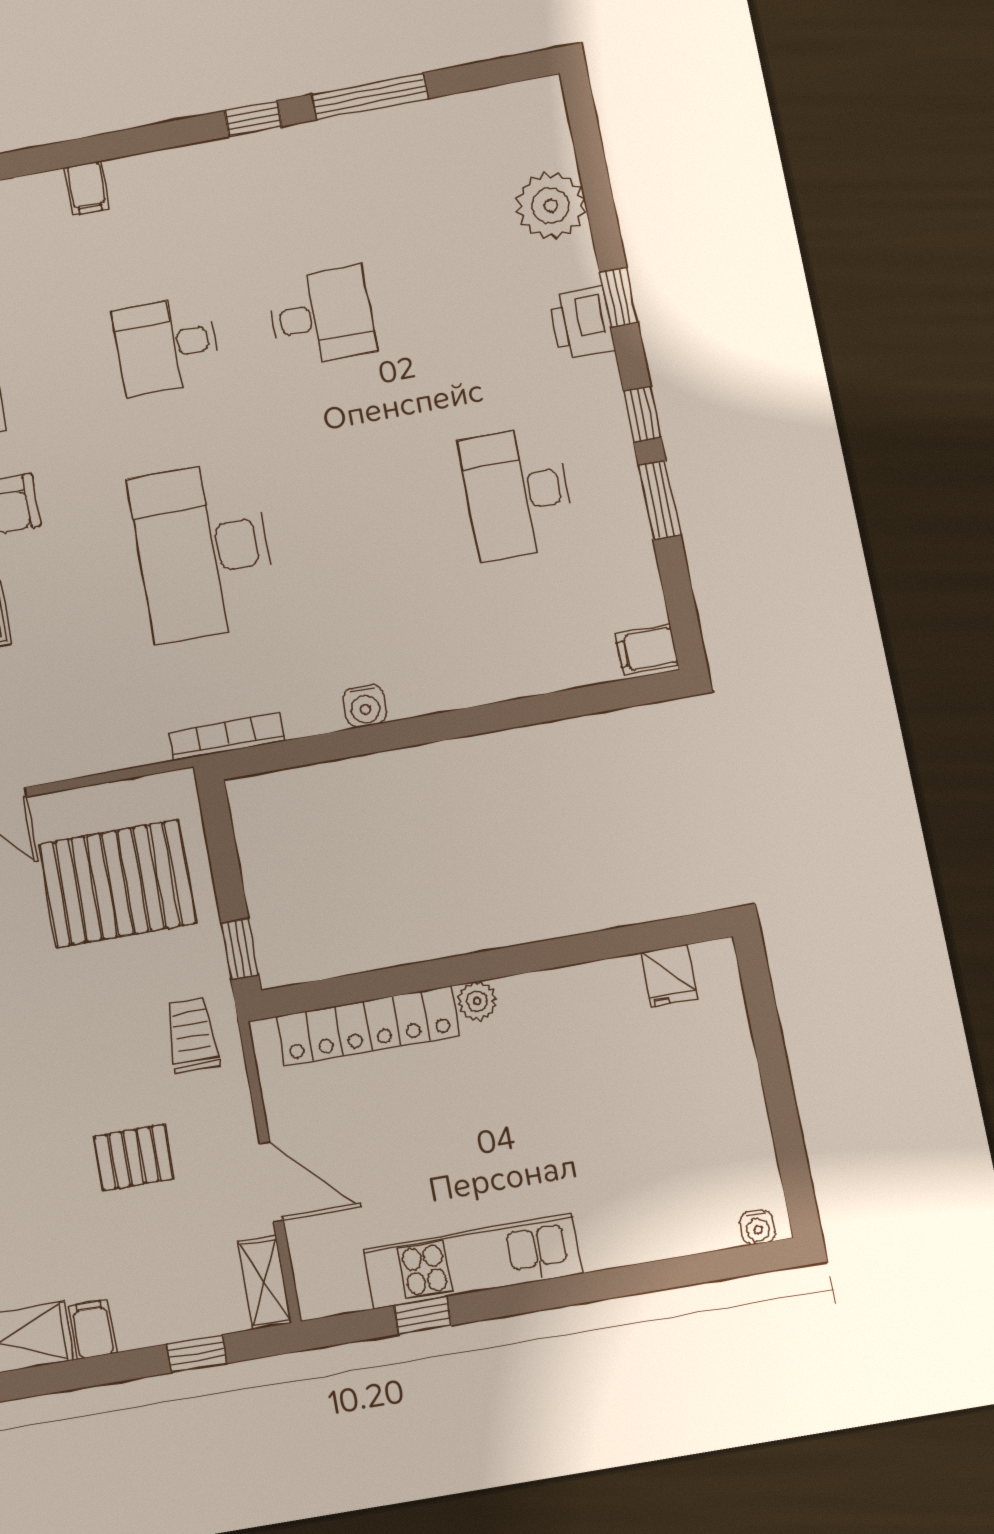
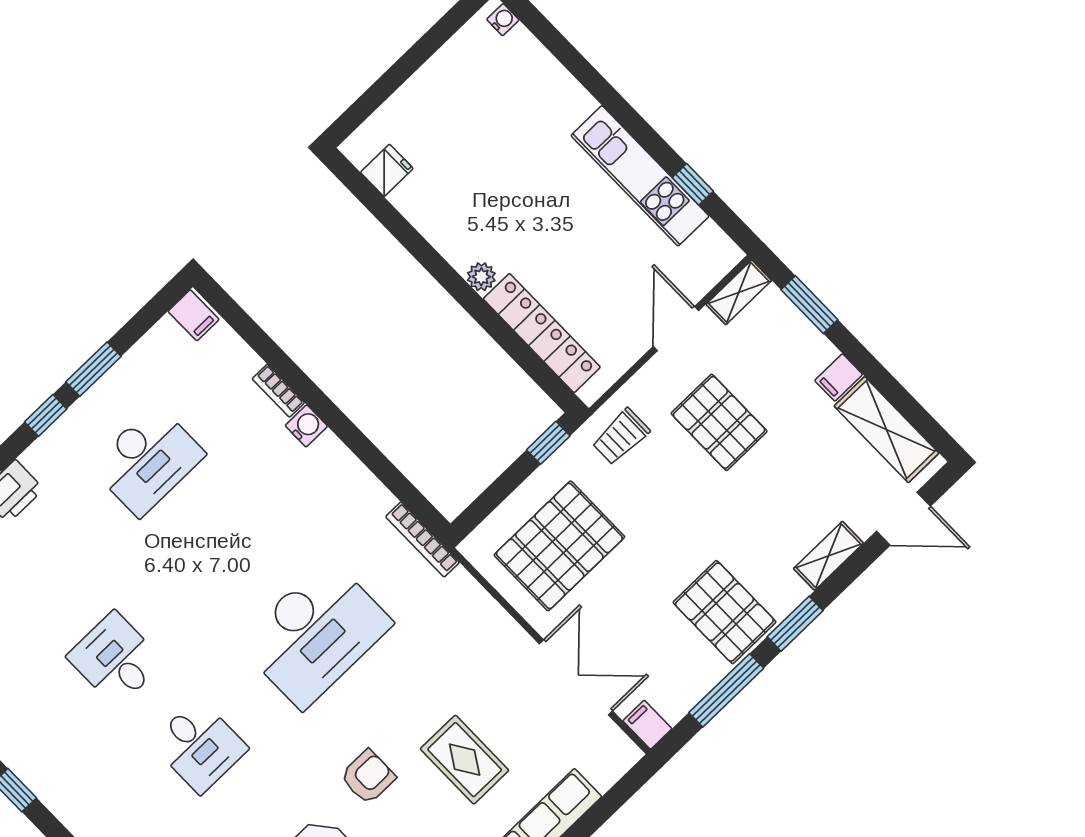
bookcase: (499, 688) -> (278, 391), added
water cooler: (365, 706) -> (306, 426), moved
pallet: (117, 884) -> (559, 546), turned 90
pallet: (134, 1158) -> (719, 422), width x1.50, depth x1.42
window: (197, 1354) -> (809, 305), width x1.50

